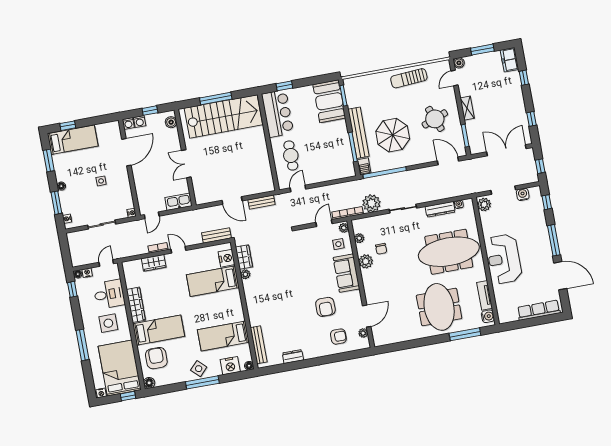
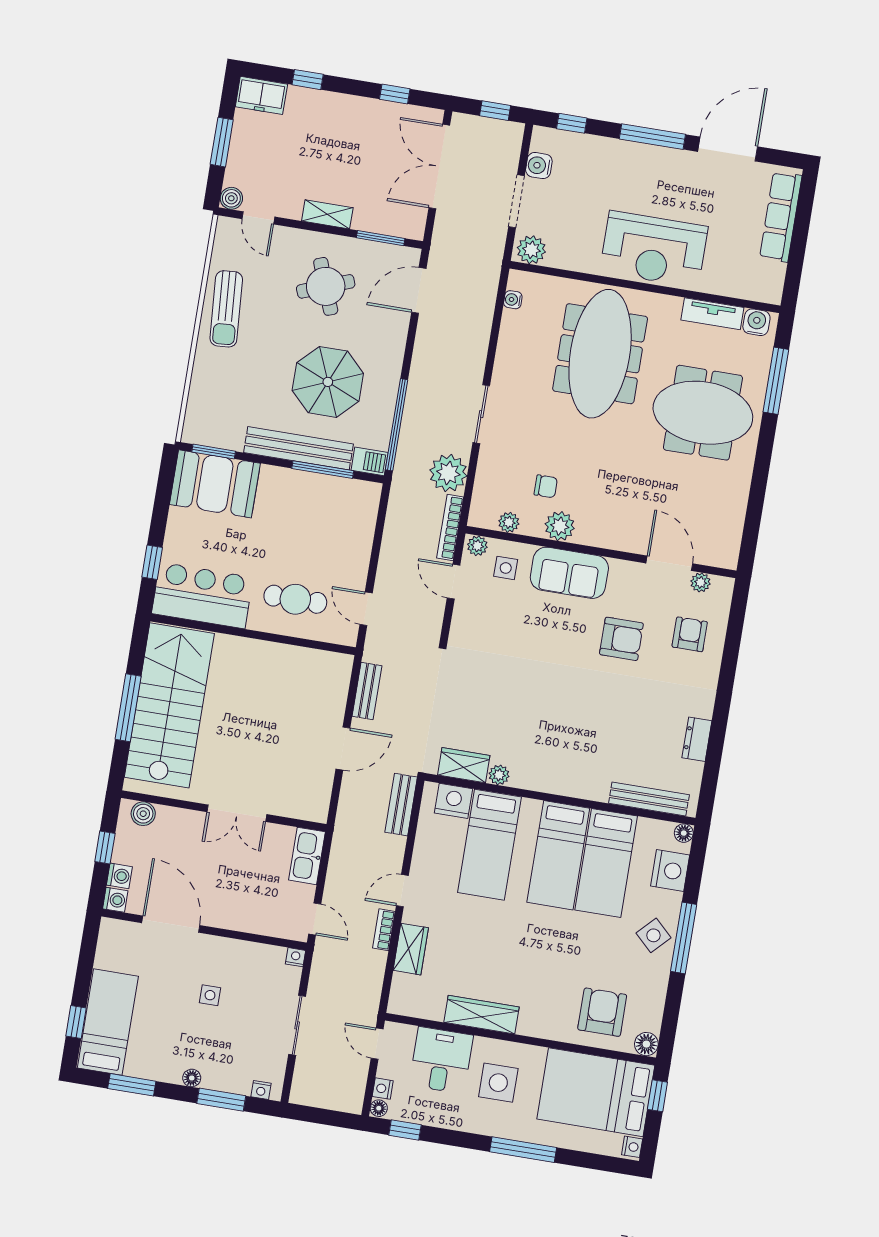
dresser: (440, 209) -> (509, 341), removed
bed: (159, 330) -> (558, 855), moved, turned 180
armchair: (156, 358) -> (602, 1012), turned 90

